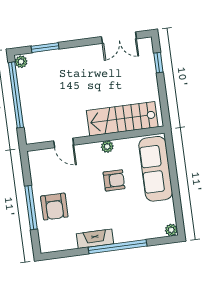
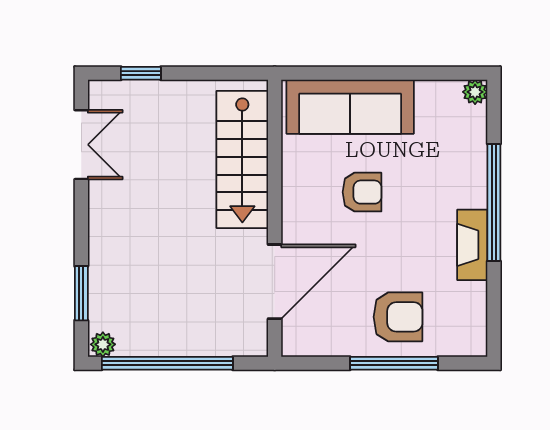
door: (64, 143) -> (275, 282), width x1.88
plant: (107, 147) -> (293, 196), removed
armchair: (114, 180) -> (362, 192), turned 90

